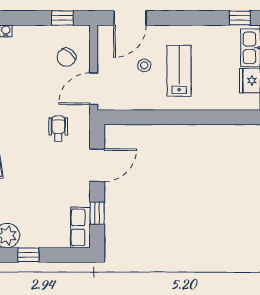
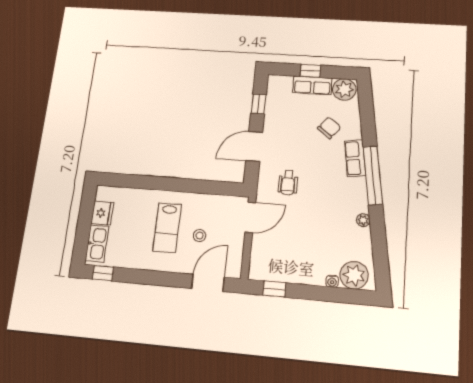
chair: (66, 57) -> (329, 128), moved
row of seats: (80, 227) -> (312, 85), moved, turned 90
window: (28, 255) -> (310, 71), moved

